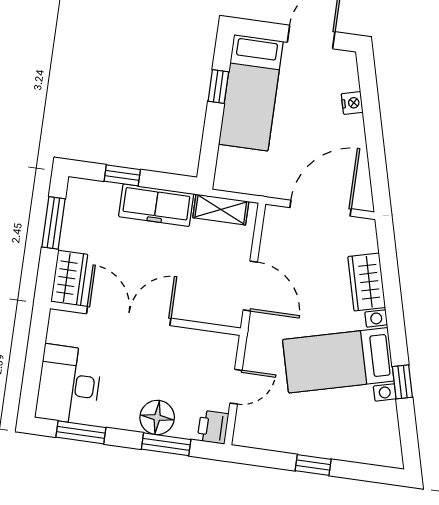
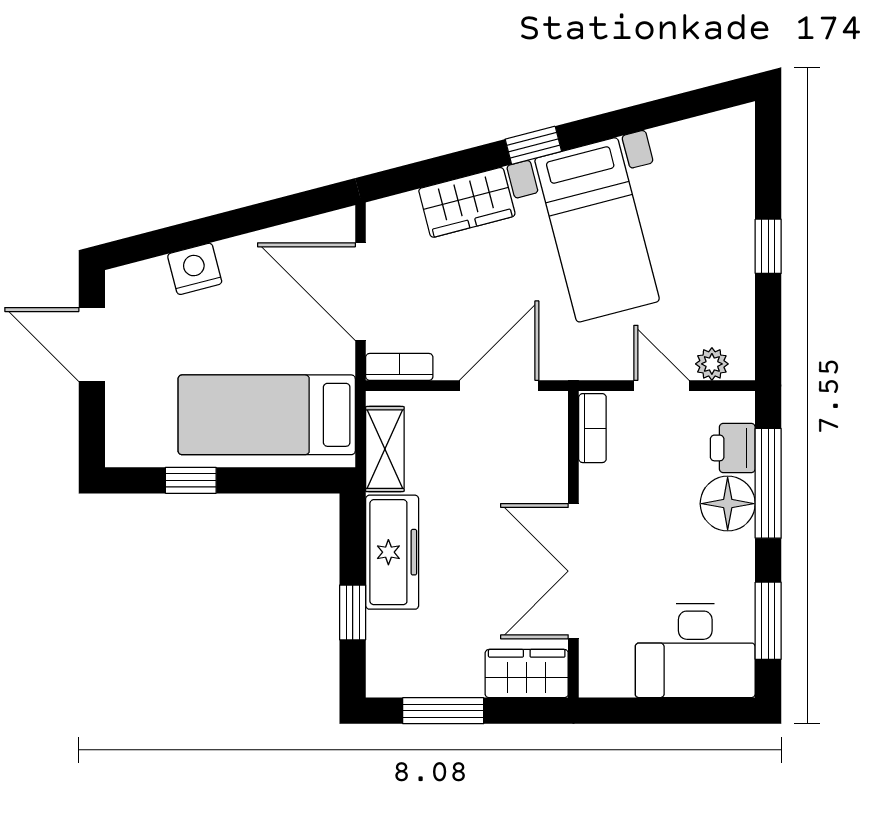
bed: (251, 93) -> (267, 415), moved, turned 180
nightstand: (352, 103) -> (195, 269), width x1.39, depth x1.35
bookcase: (270, 226) -> (399, 367), added
bookcase: (216, 340) -> (592, 428), added
window: (402, 382) -> (533, 145), moved
plant: (245, 420) -> (712, 364), added
printer: (213, 427) -> (733, 448), moved, turned 90
window: (166, 444) -> (768, 483), width x1.44

